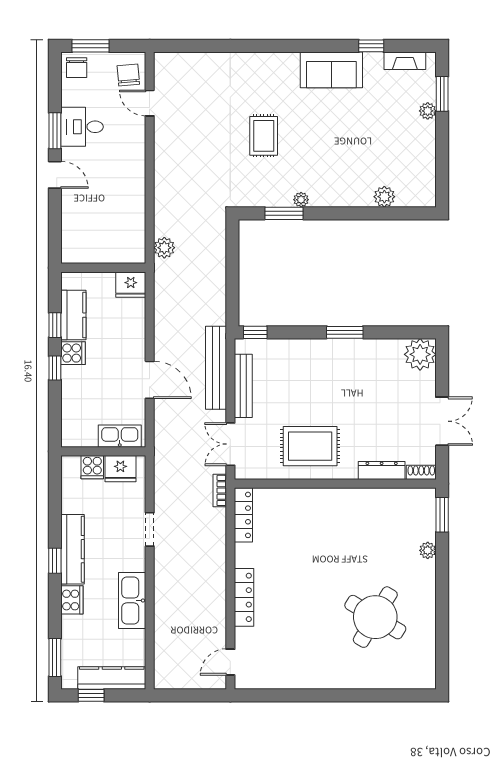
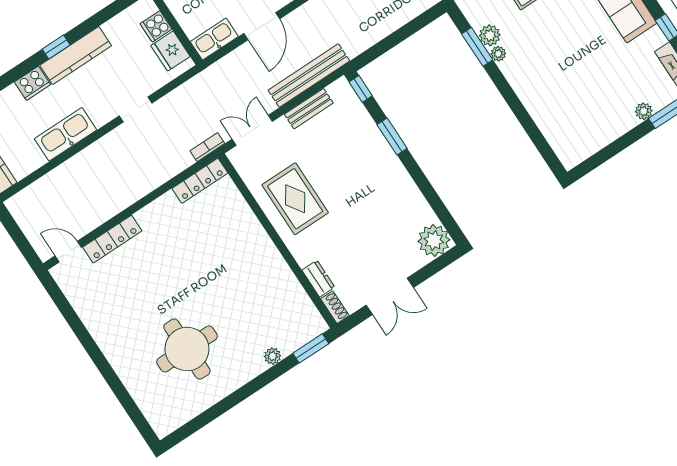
plant: (384, 197) -> (490, 35), moved
window: (345, 332) -> (392, 137), moved
bench: (243, 386) -> (309, 109), width x0.73
kitchen sink: (120, 436) -> (214, 39), moved, turned -90
dresser: (382, 470) -> (318, 279), width x0.70
locker: (244, 597) -> (112, 239), moved
round table: (375, 617) -> (187, 349), turned -31

